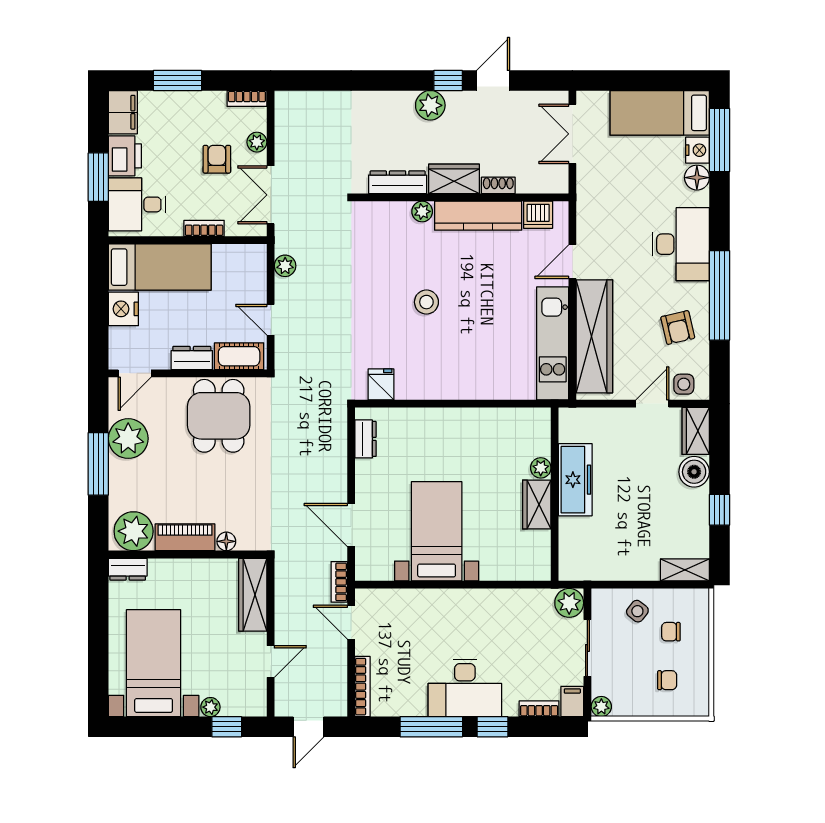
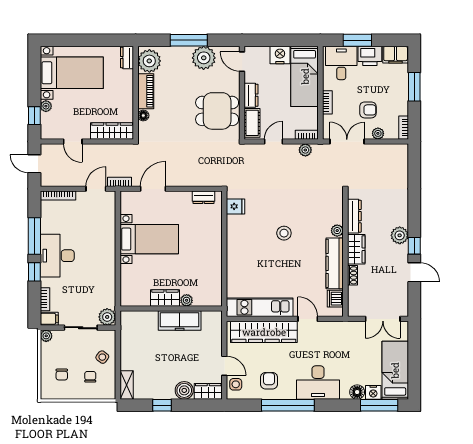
double door: (572, 134) -> (383, 319), swing flipped
bookcase: (259, 263) -> (307, 135), added
armchair: (678, 328) -> (269, 381), turned 103

